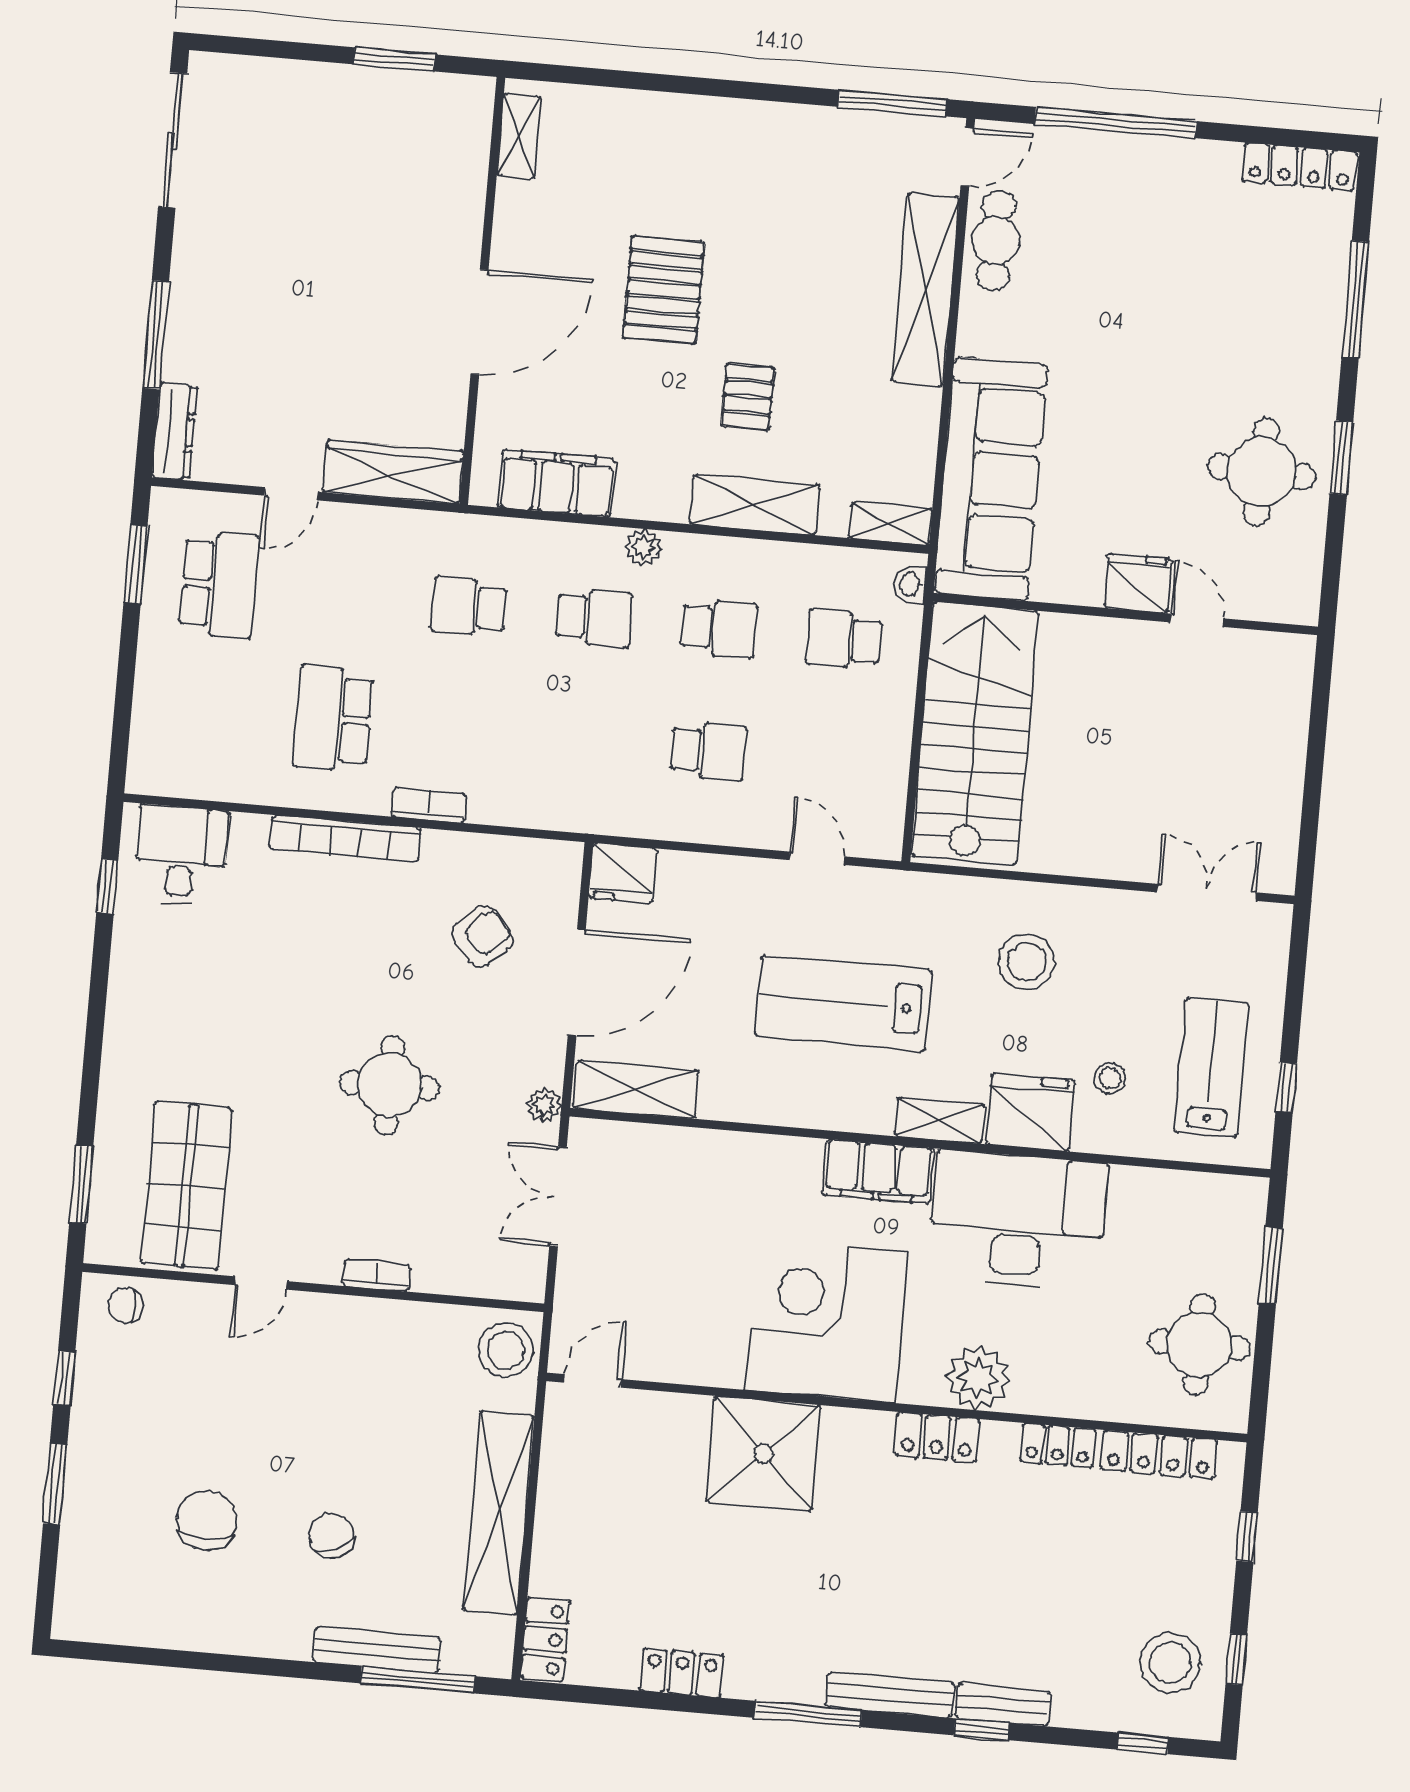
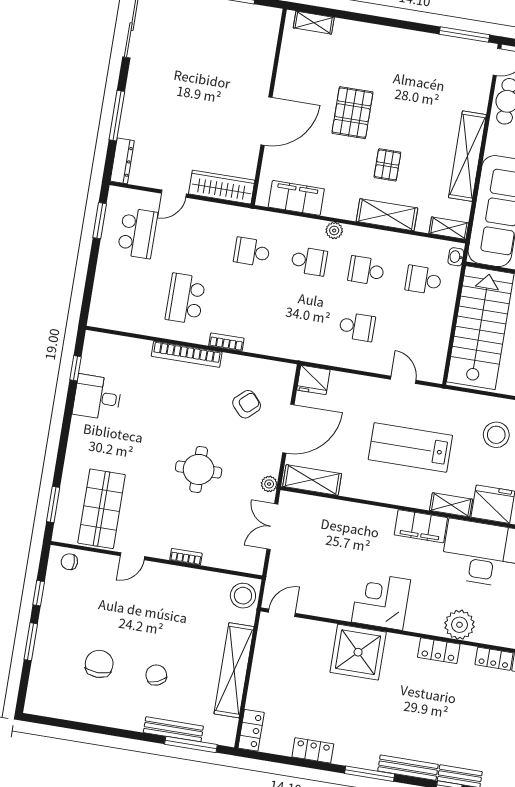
shelving: (519, 136) -> (314, 23), moved, turned 90
shelving: (925, 290) -> (467, 156), moved
school desk: (719, 629) -> (366, 271), turned 180
desk: (181, 855) -> (97, 397), moved, turned -90
corner desk: (826, 1321) -> (381, 601), width x0.74, depth x0.74

